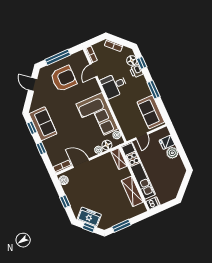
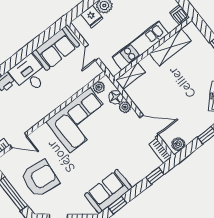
armchair: (64, 79) -> (40, 179), turned 97
desk: (114, 85) -> (29, 74), moved, turned 180
window: (154, 90) -> (25, 52), removed
door: (142, 136) -> (92, 53), swing flipped
window: (41, 148) -> (155, 176), moved
door: (81, 163) -> (149, 126), swing flipped
kitchen unit: (138, 171) -> (140, 45), width x0.73

